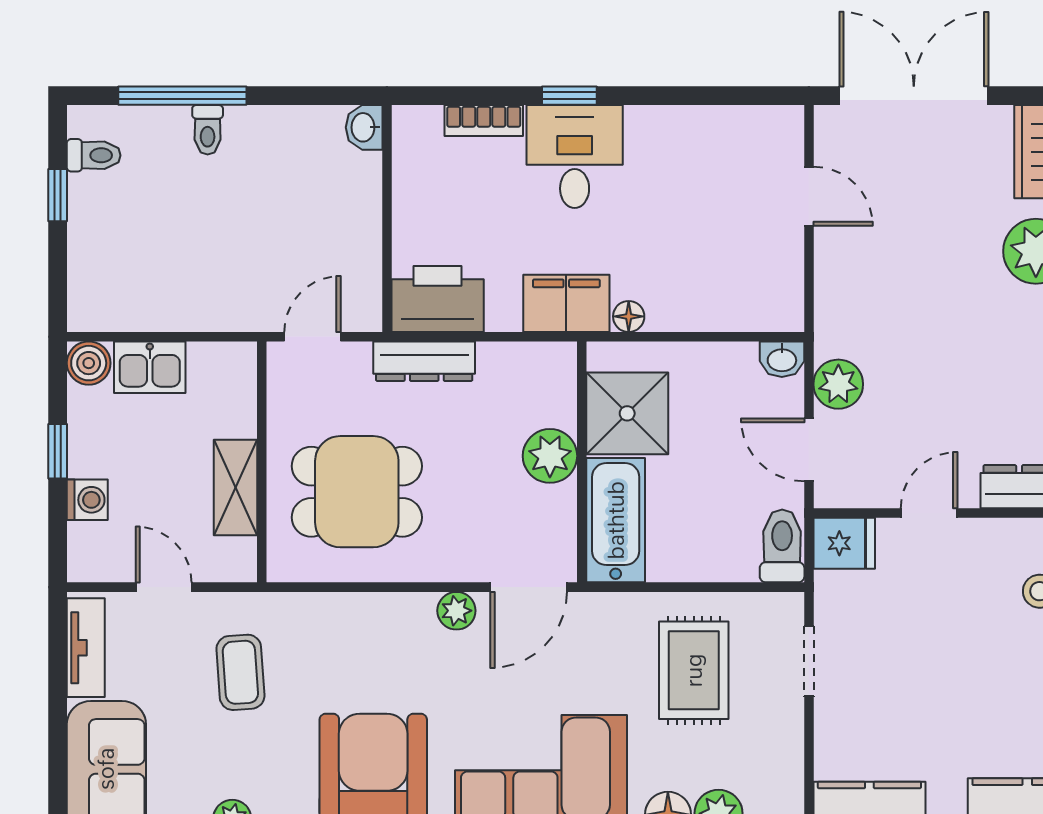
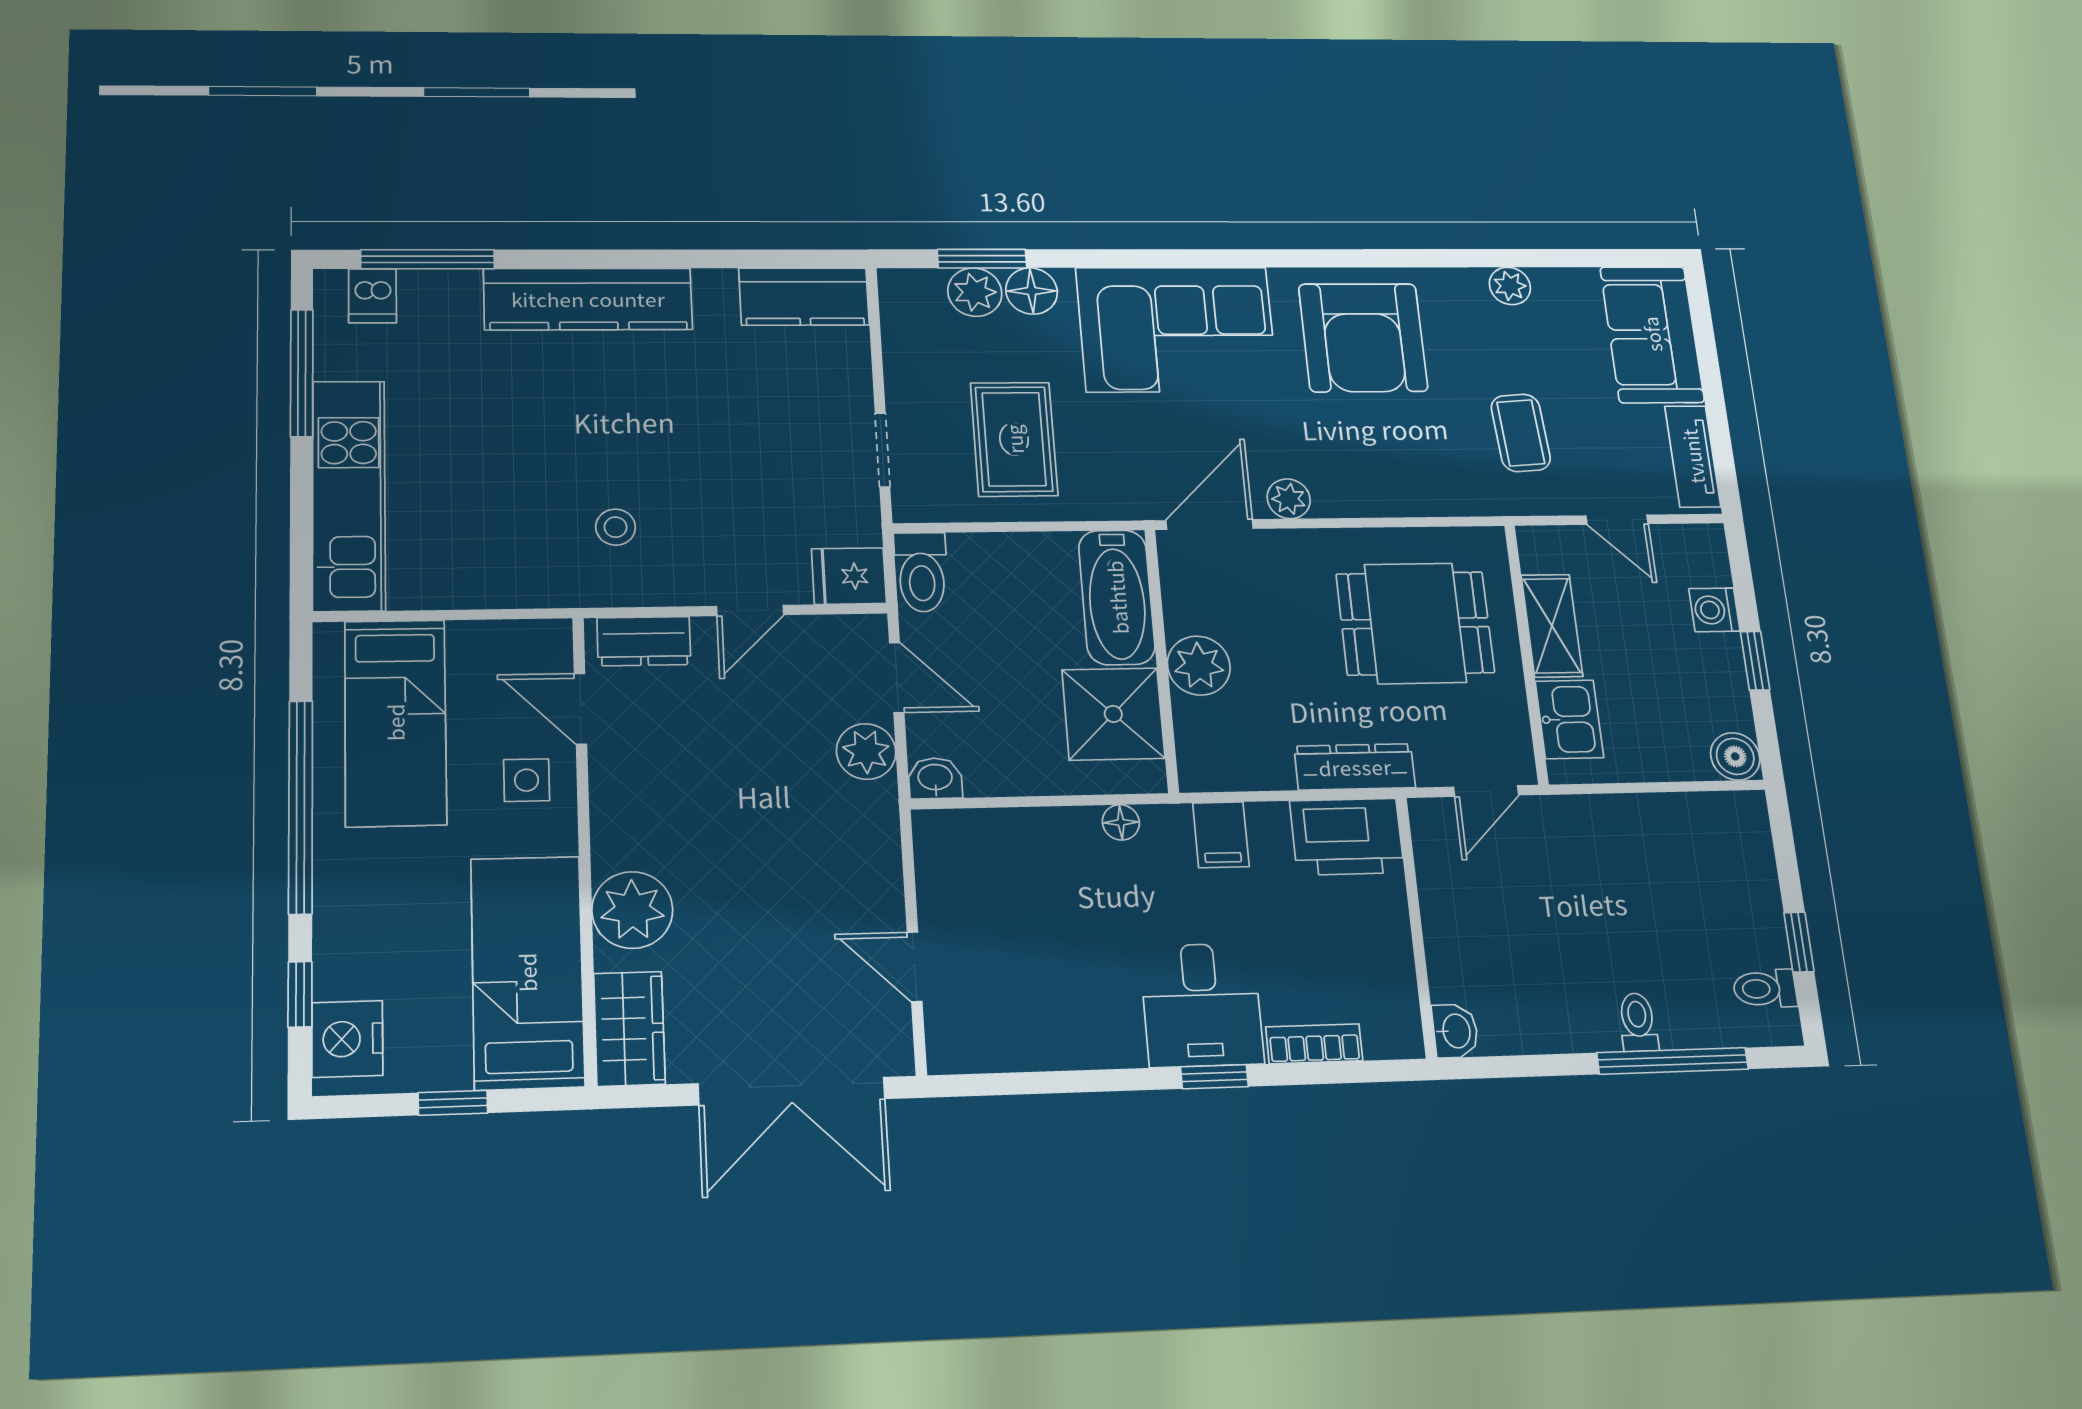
filing cabinet: (566, 303) -> (1221, 835), width x0.50
kitchen sink: (150, 367) -> (1569, 719), moved, turned 90

